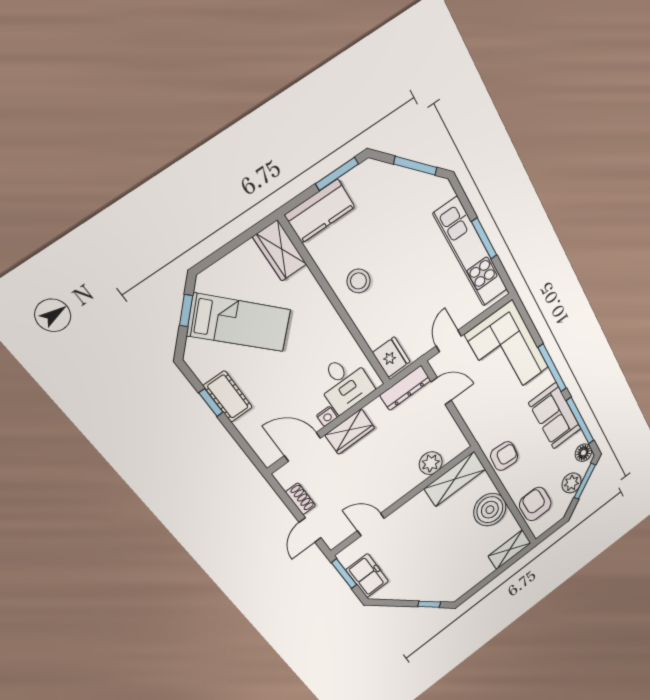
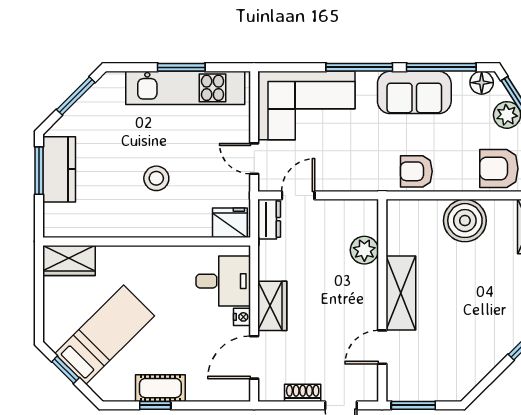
kitchen counter: (320, 211) -> (59, 169), moved
stool: (358, 281) -> (156, 178), moved
dresser: (405, 388) -> (269, 219), width x0.70
armchair: (504, 456) -> (416, 171), turned -95
shelving: (455, 479) -> (401, 293), moved
freezer: (367, 576) -> (434, 386), removed

